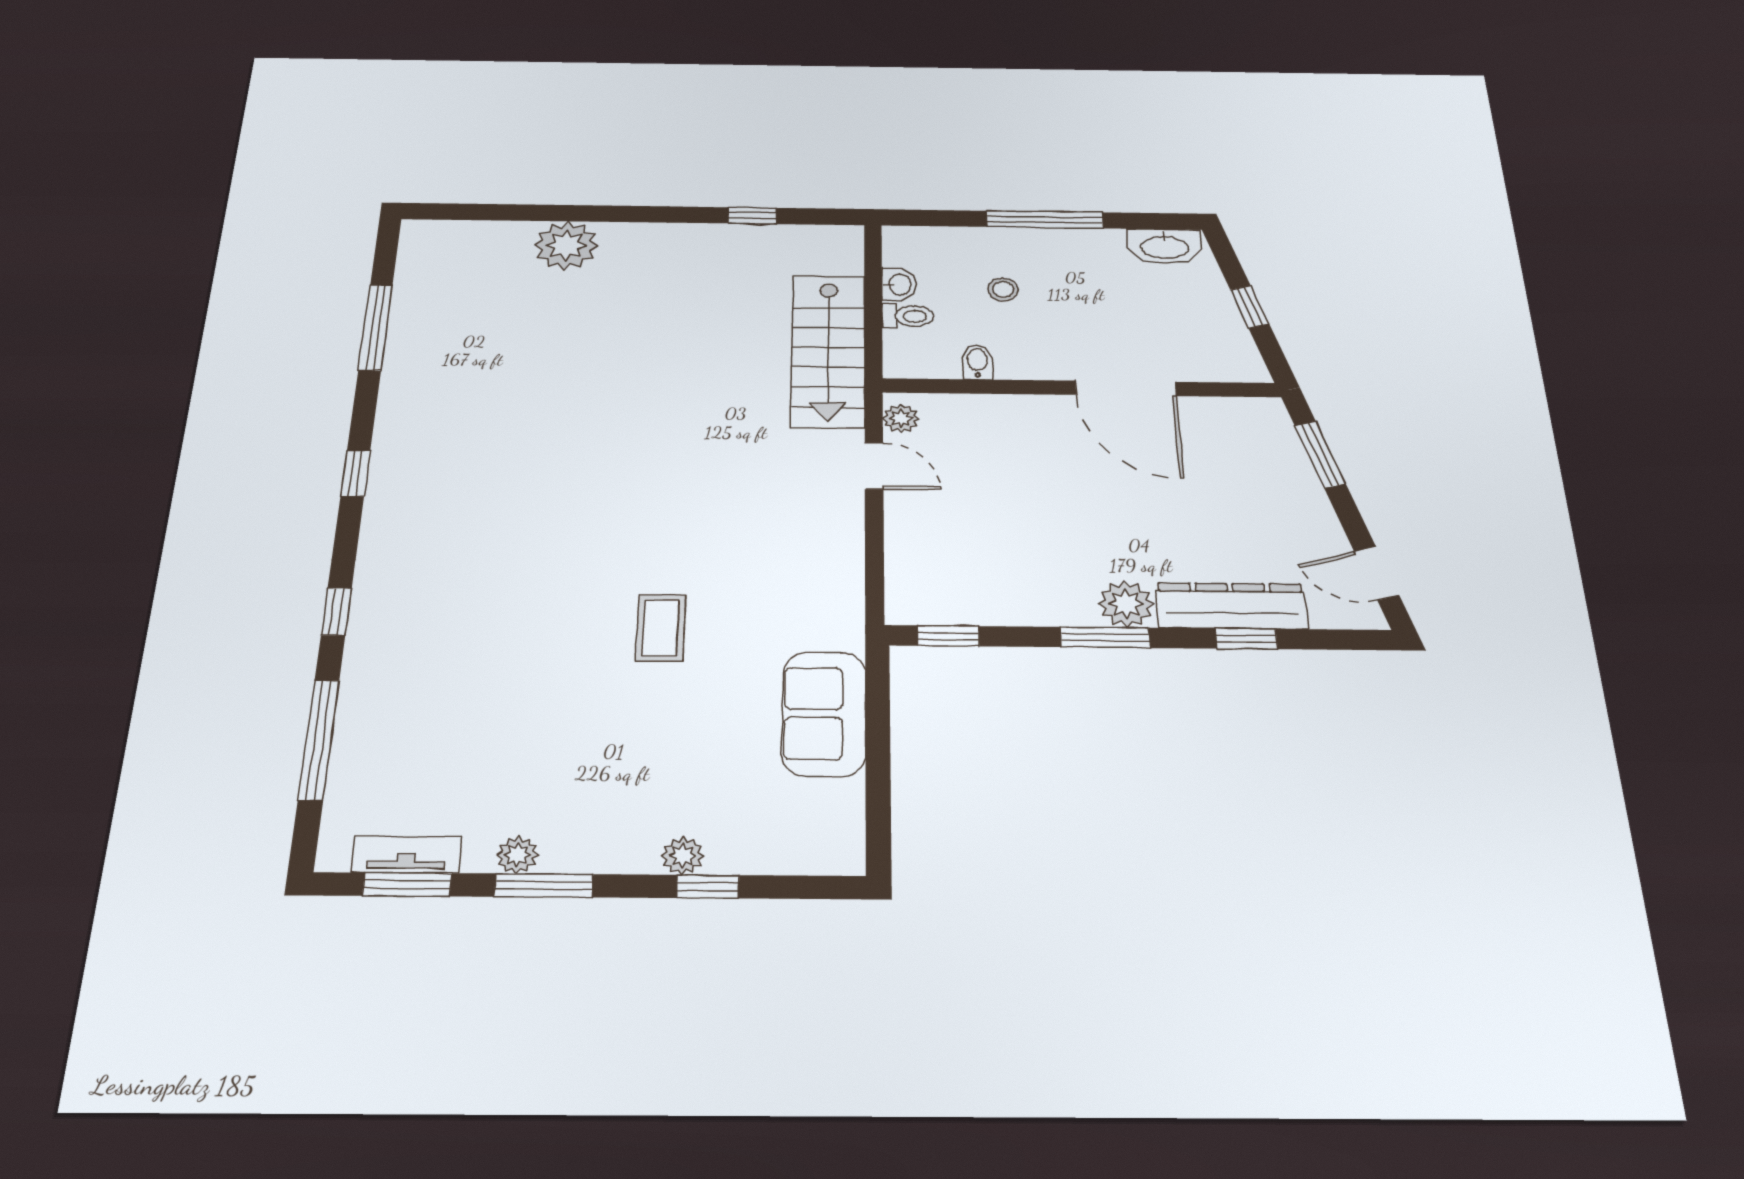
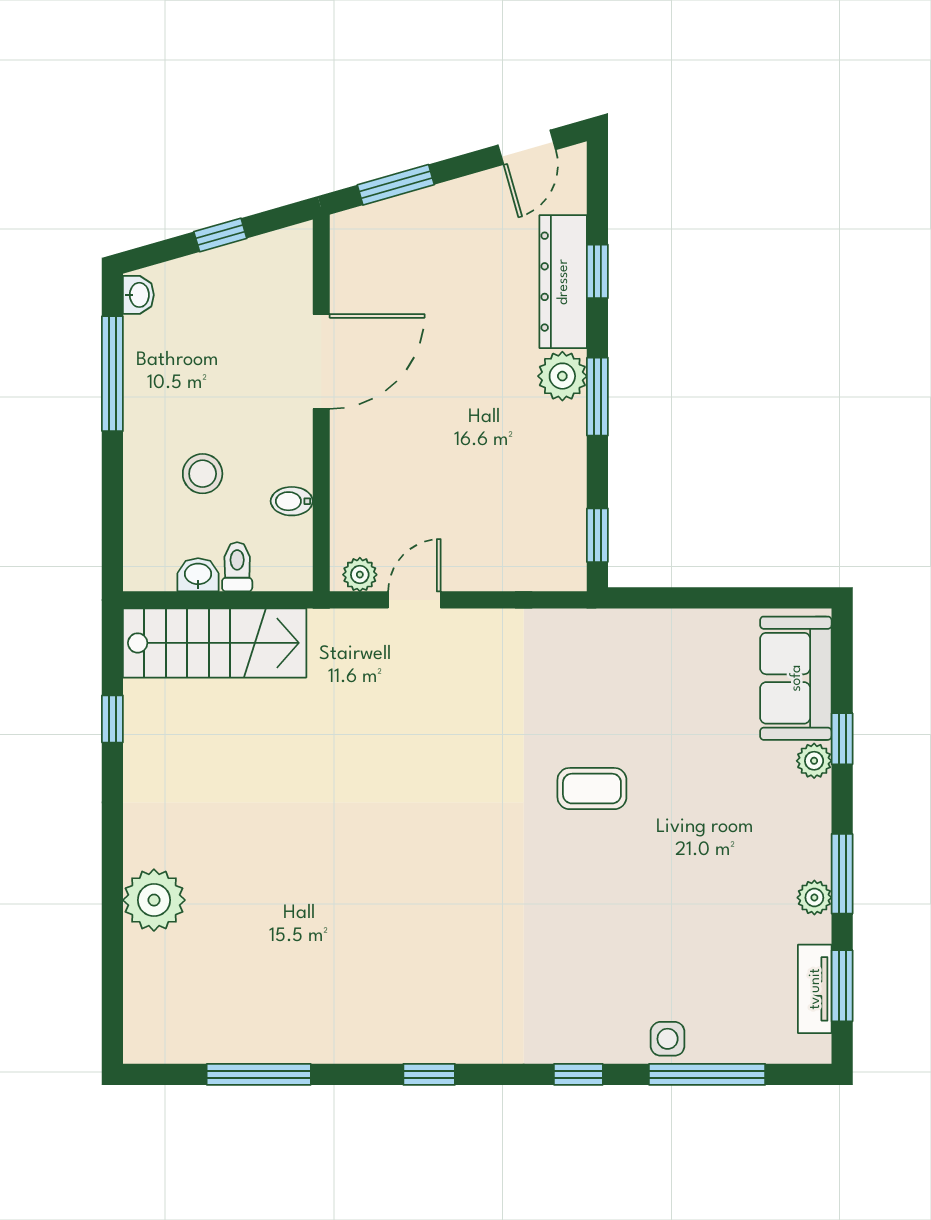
window: (1045, 220) -> (112, 374), moved
washbasin: (1165, 247) -> (138, 295), width x0.52, depth x0.69
stool: (1003, 289) -> (203, 474), width x1.37, depth x1.37
stairs: (828, 350) -> (215, 643), moved
side table: (366, 700) -> (668, 1039), added
sofa: (824, 713) -> (796, 678), moved, turned 90

